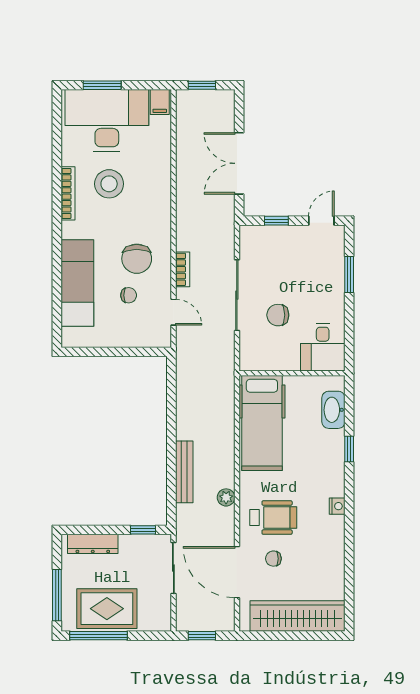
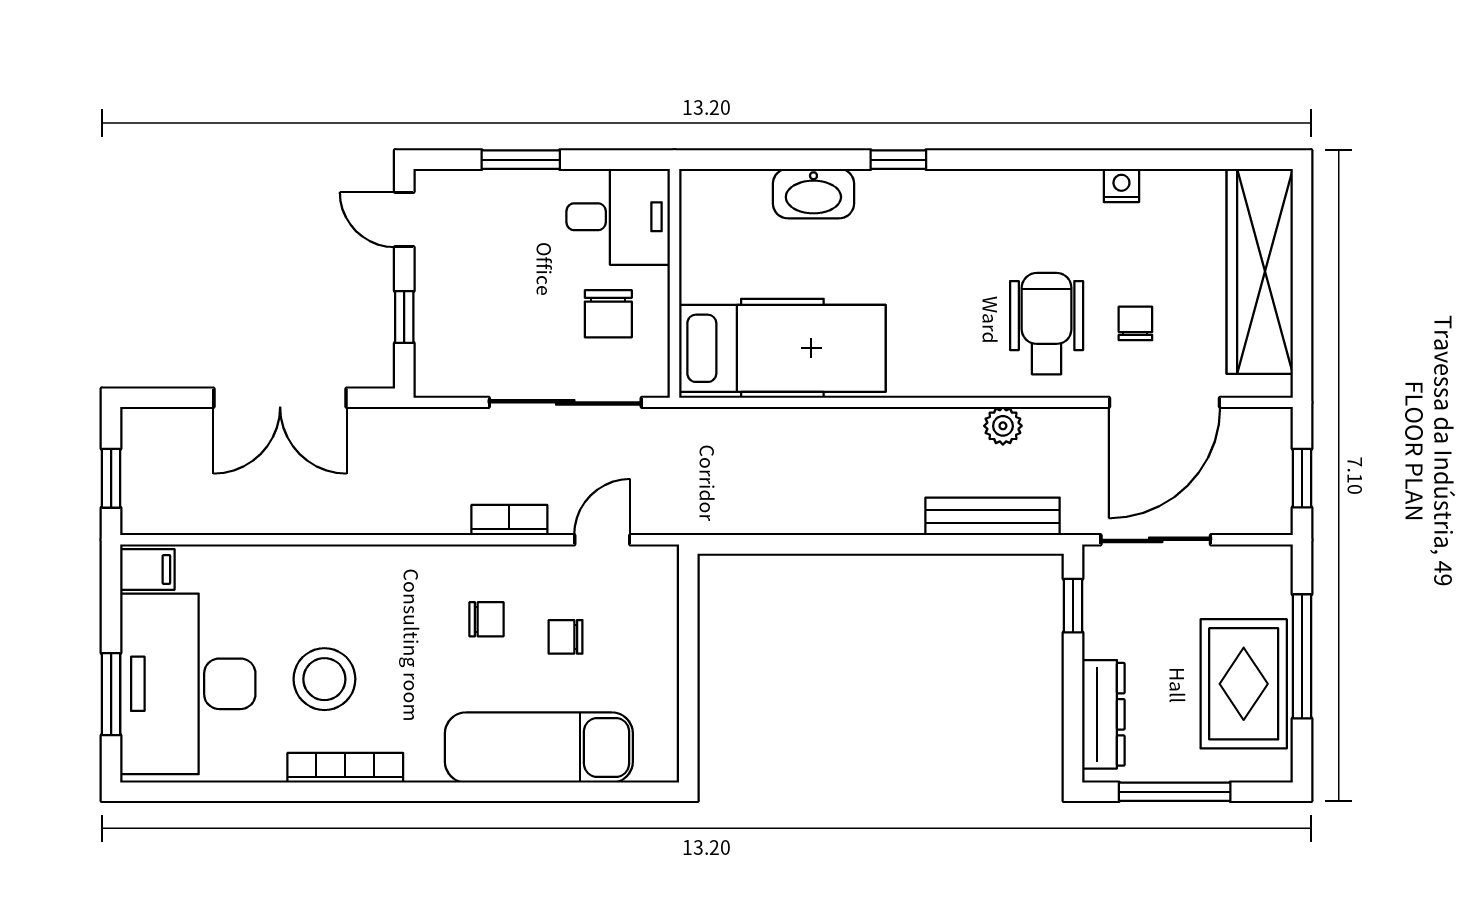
chair: (137, 259) -> (487, 619), width x0.54, depth x0.54
chair: (129, 295) -> (566, 637), turned -90
desk: (323, 347) -> (618, 217), moved
wall: (292, 373) -> (675, 283), moved
hospital bed: (262, 423) -> (782, 348), moved
bench: (184, 472) -> (993, 516), moved
nightstand: (337, 506) -> (1121, 185), moved
chair: (273, 559) -> (1135, 323), turned 180
window: (57, 595) -> (1175, 792), moved
window: (99, 636) -> (1302, 656), moved

